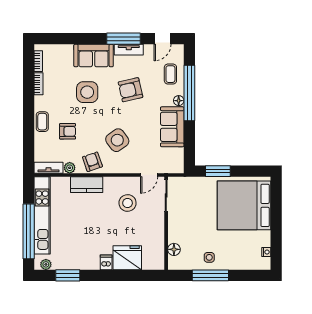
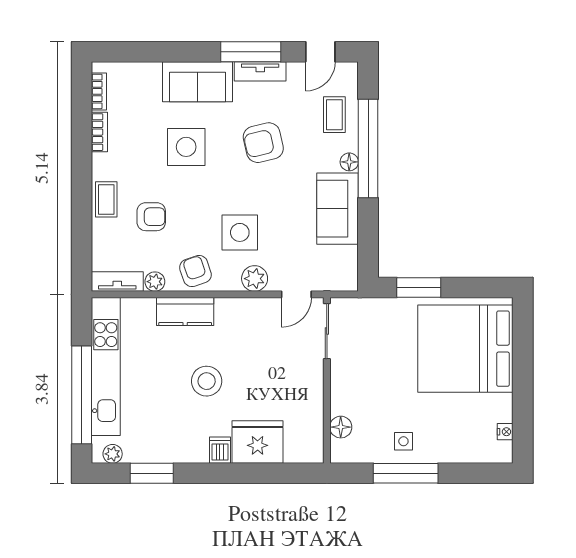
side table: (117, 140) -> (240, 232), turned 36
plant: (126, 166) -> (255, 279), added
stool: (128, 203) -> (207, 381), moved

